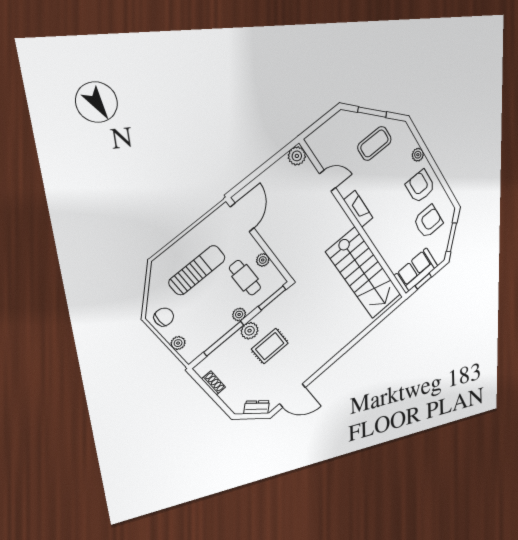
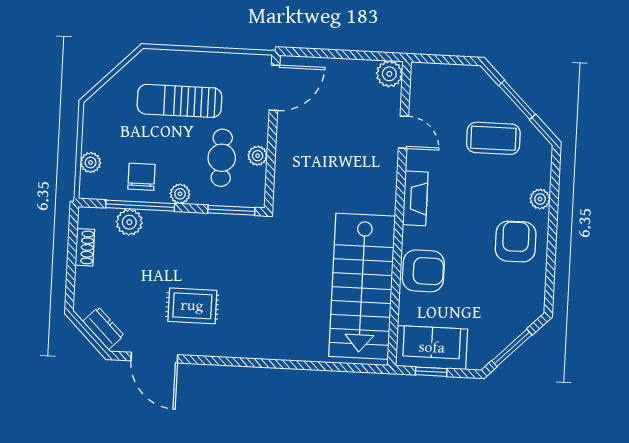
armchair: (428, 221) -> (423, 271), moved
sun lounger: (197, 270) -> (179, 101), turned 180
chair: (164, 317) -> (141, 177), moved, turned -90
plant: (250, 331) -> (129, 222), moved
rug: (270, 346) -> (192, 306), moved

